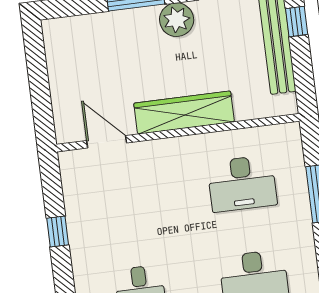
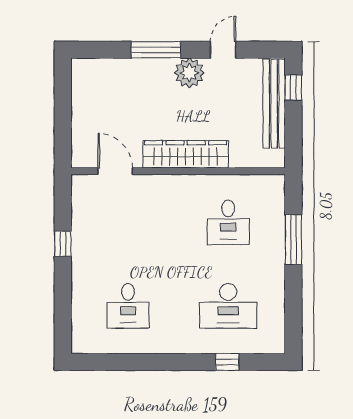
desk: (242, 183) -> (228, 222), width x0.73

